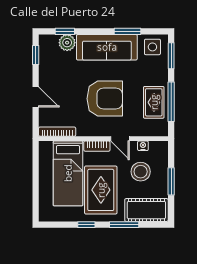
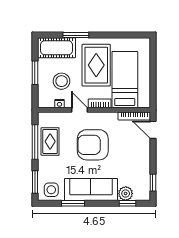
door: (36, 97) -> (153, 130), moved
window: (86, 225) -> (109, 35), removed

